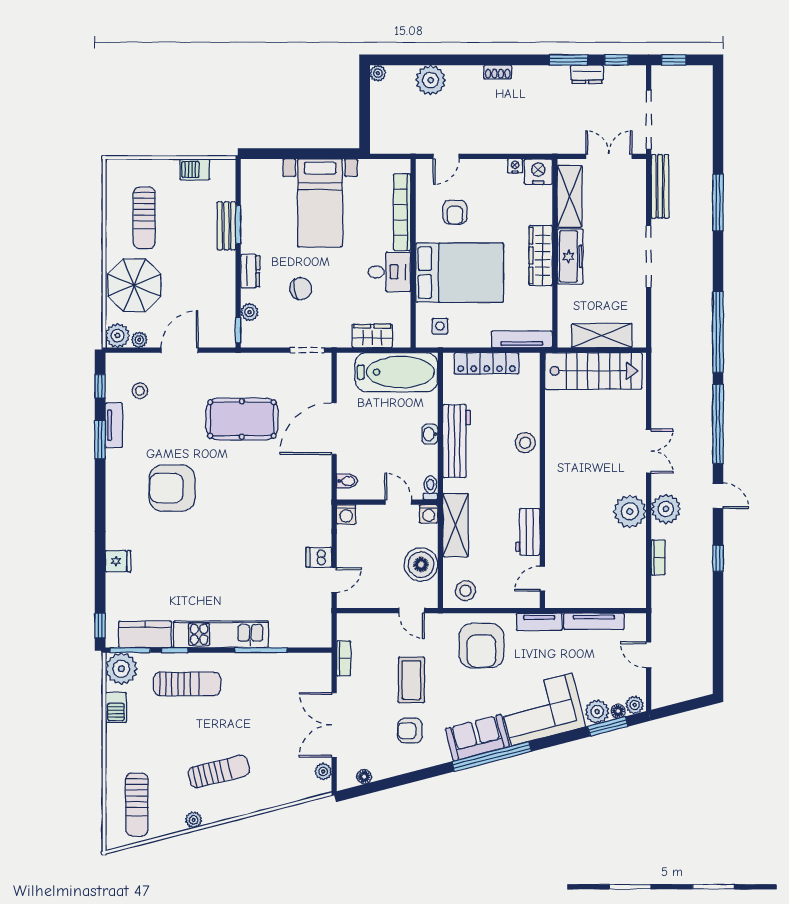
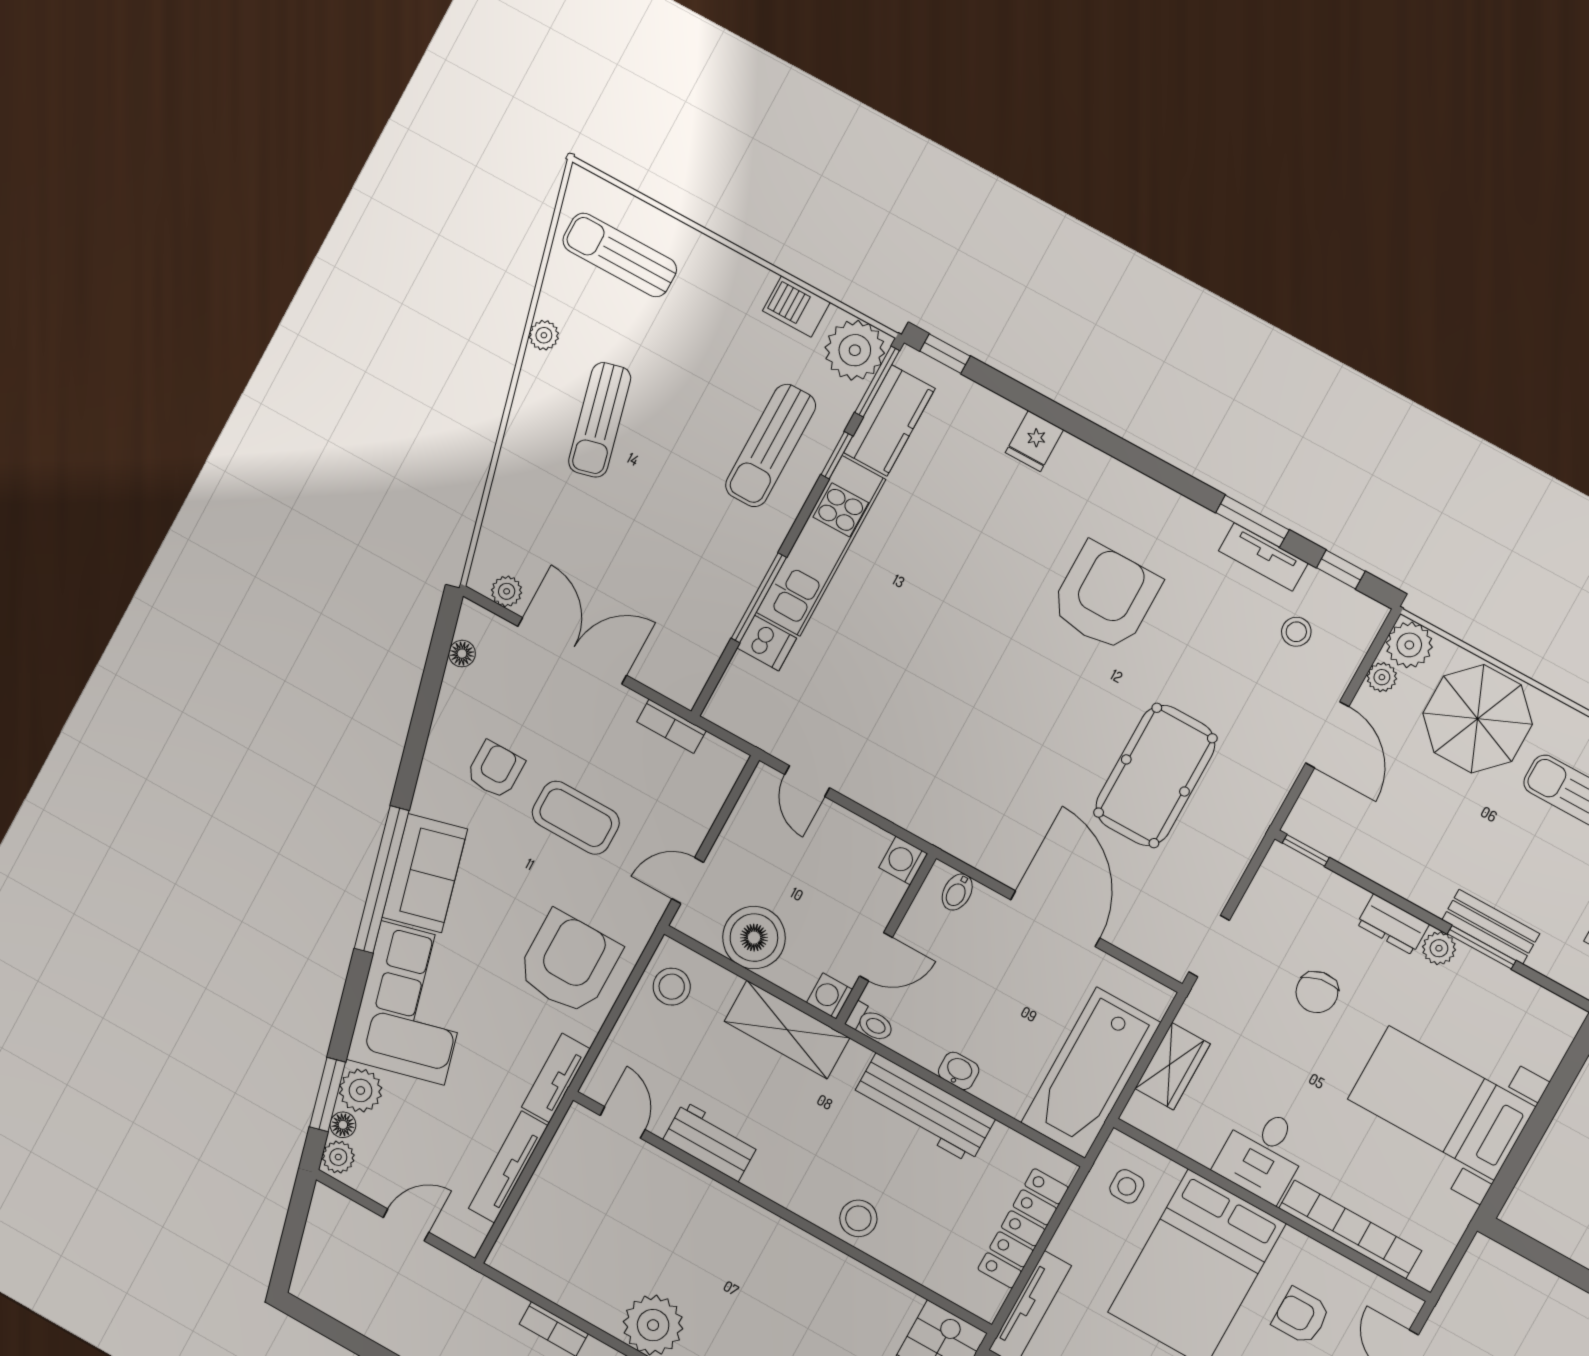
plant: (249, 312) -> (1439, 948), moved
dishwasher: (319, 557) -> (767, 643), moved, turned 90
armchair: (481, 646) -> (569, 963), turned 90

